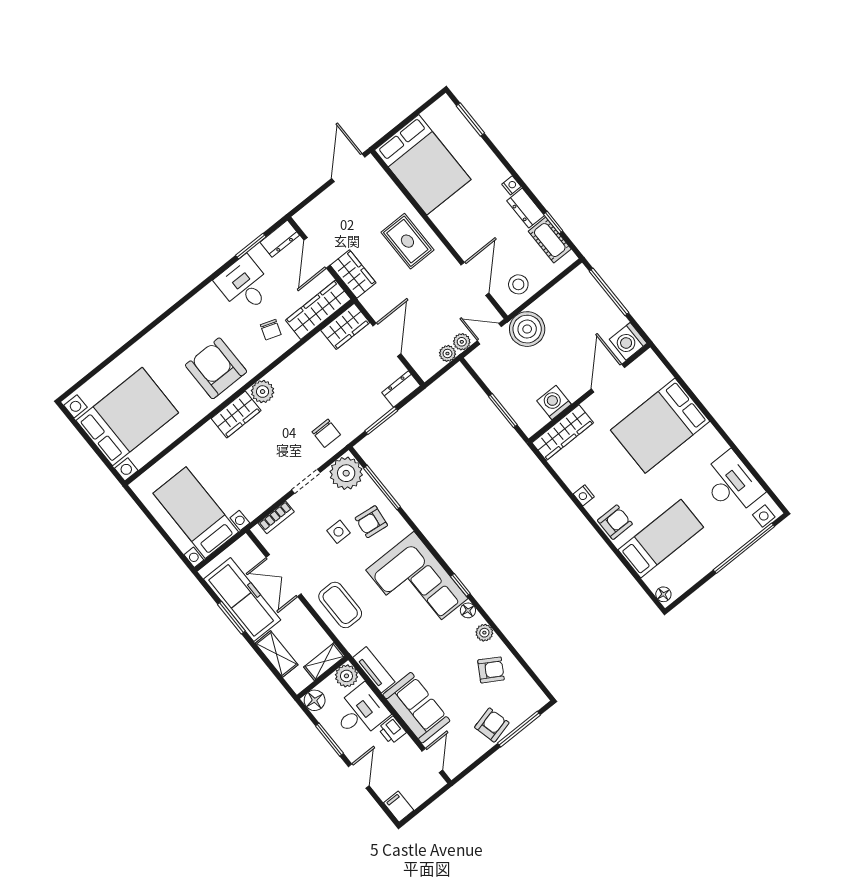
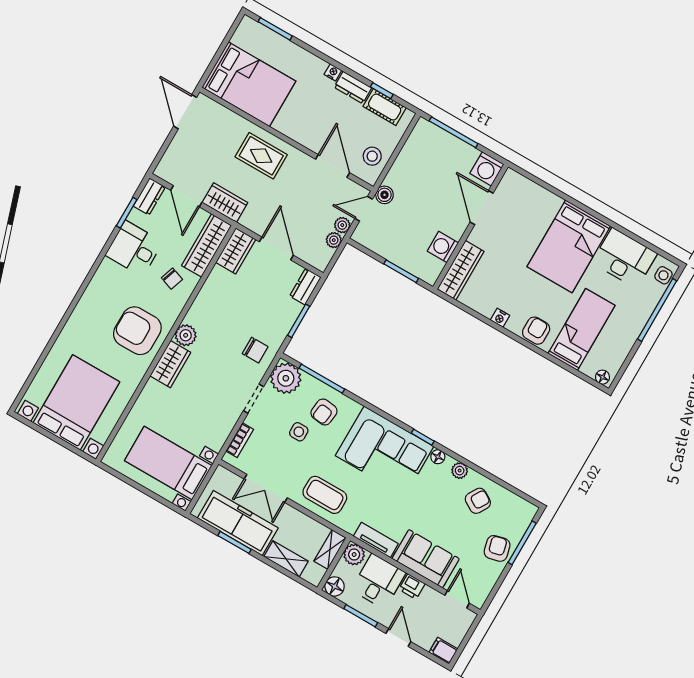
boiler: (527, 329) -> (384, 195), width x0.54, depth x0.54
bed: (660, 426) -> (569, 246), moved

